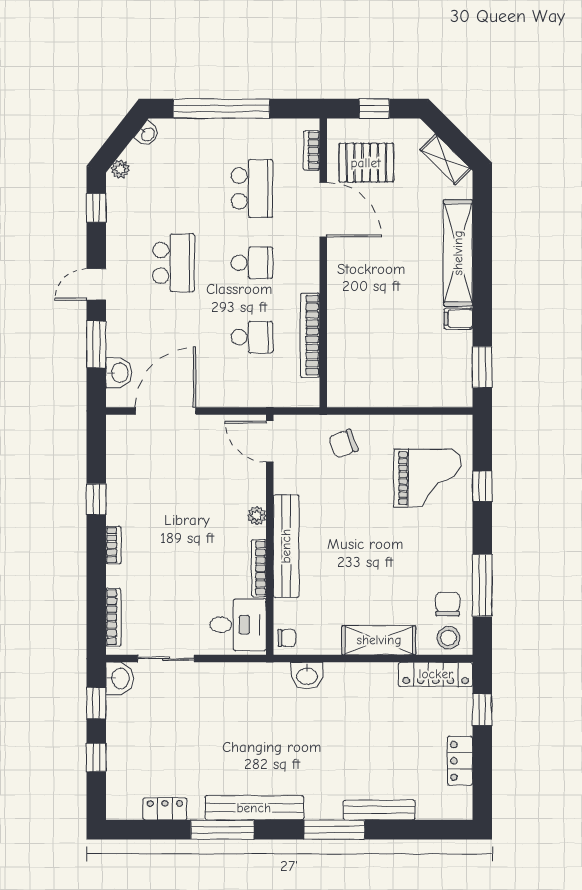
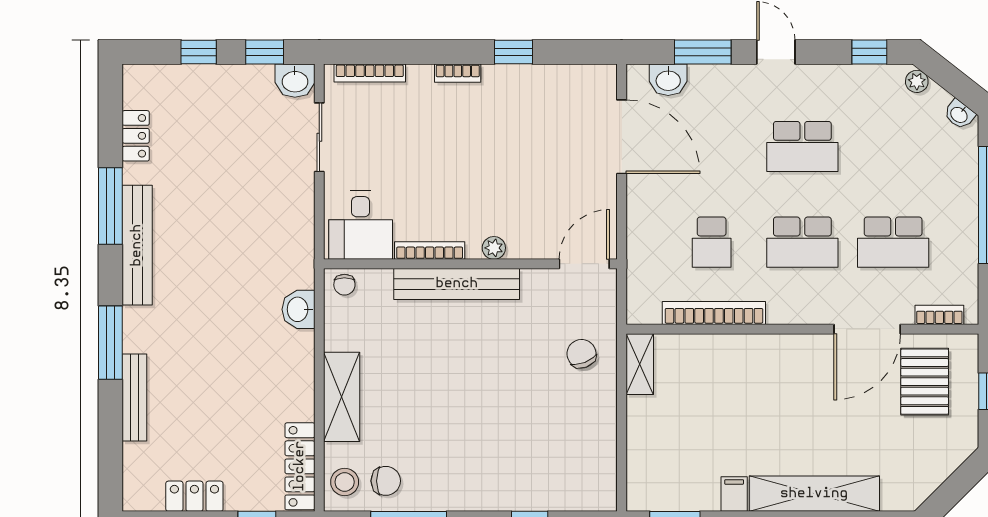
shelving: (445, 159) -> (640, 364), moved, turned -45
school desk: (252, 263) -> (802, 242), width x1.85
grand piano: (427, 478) -> (540, 456), removed

